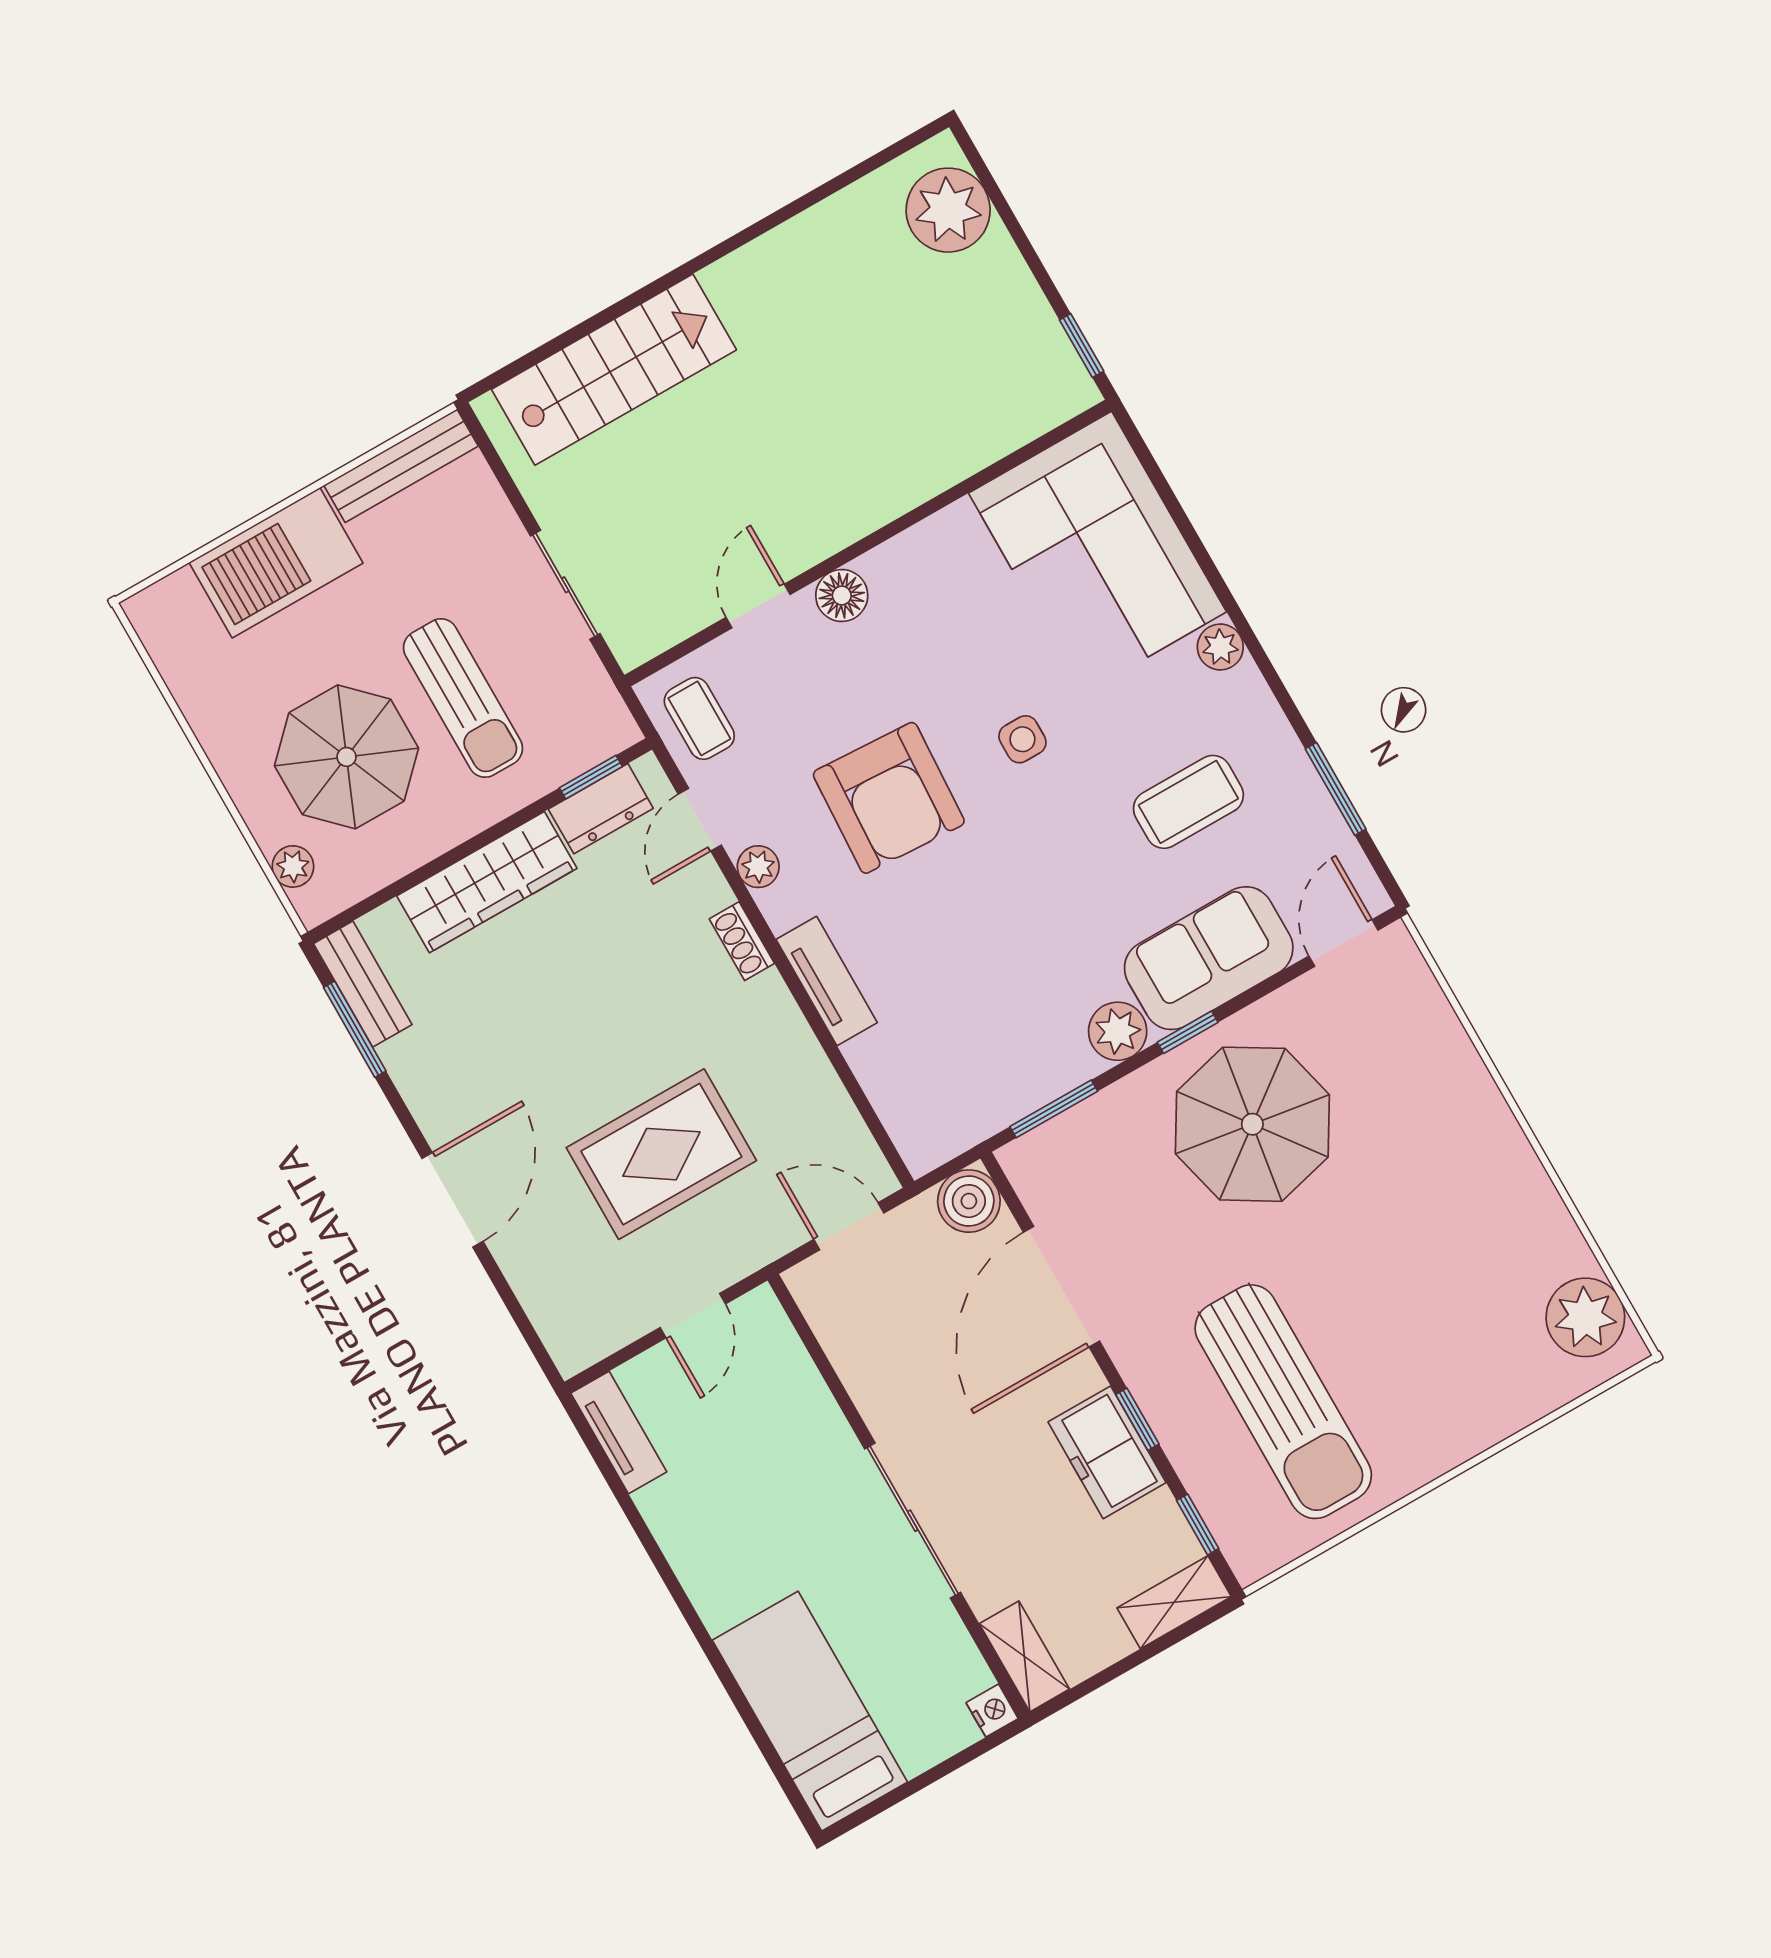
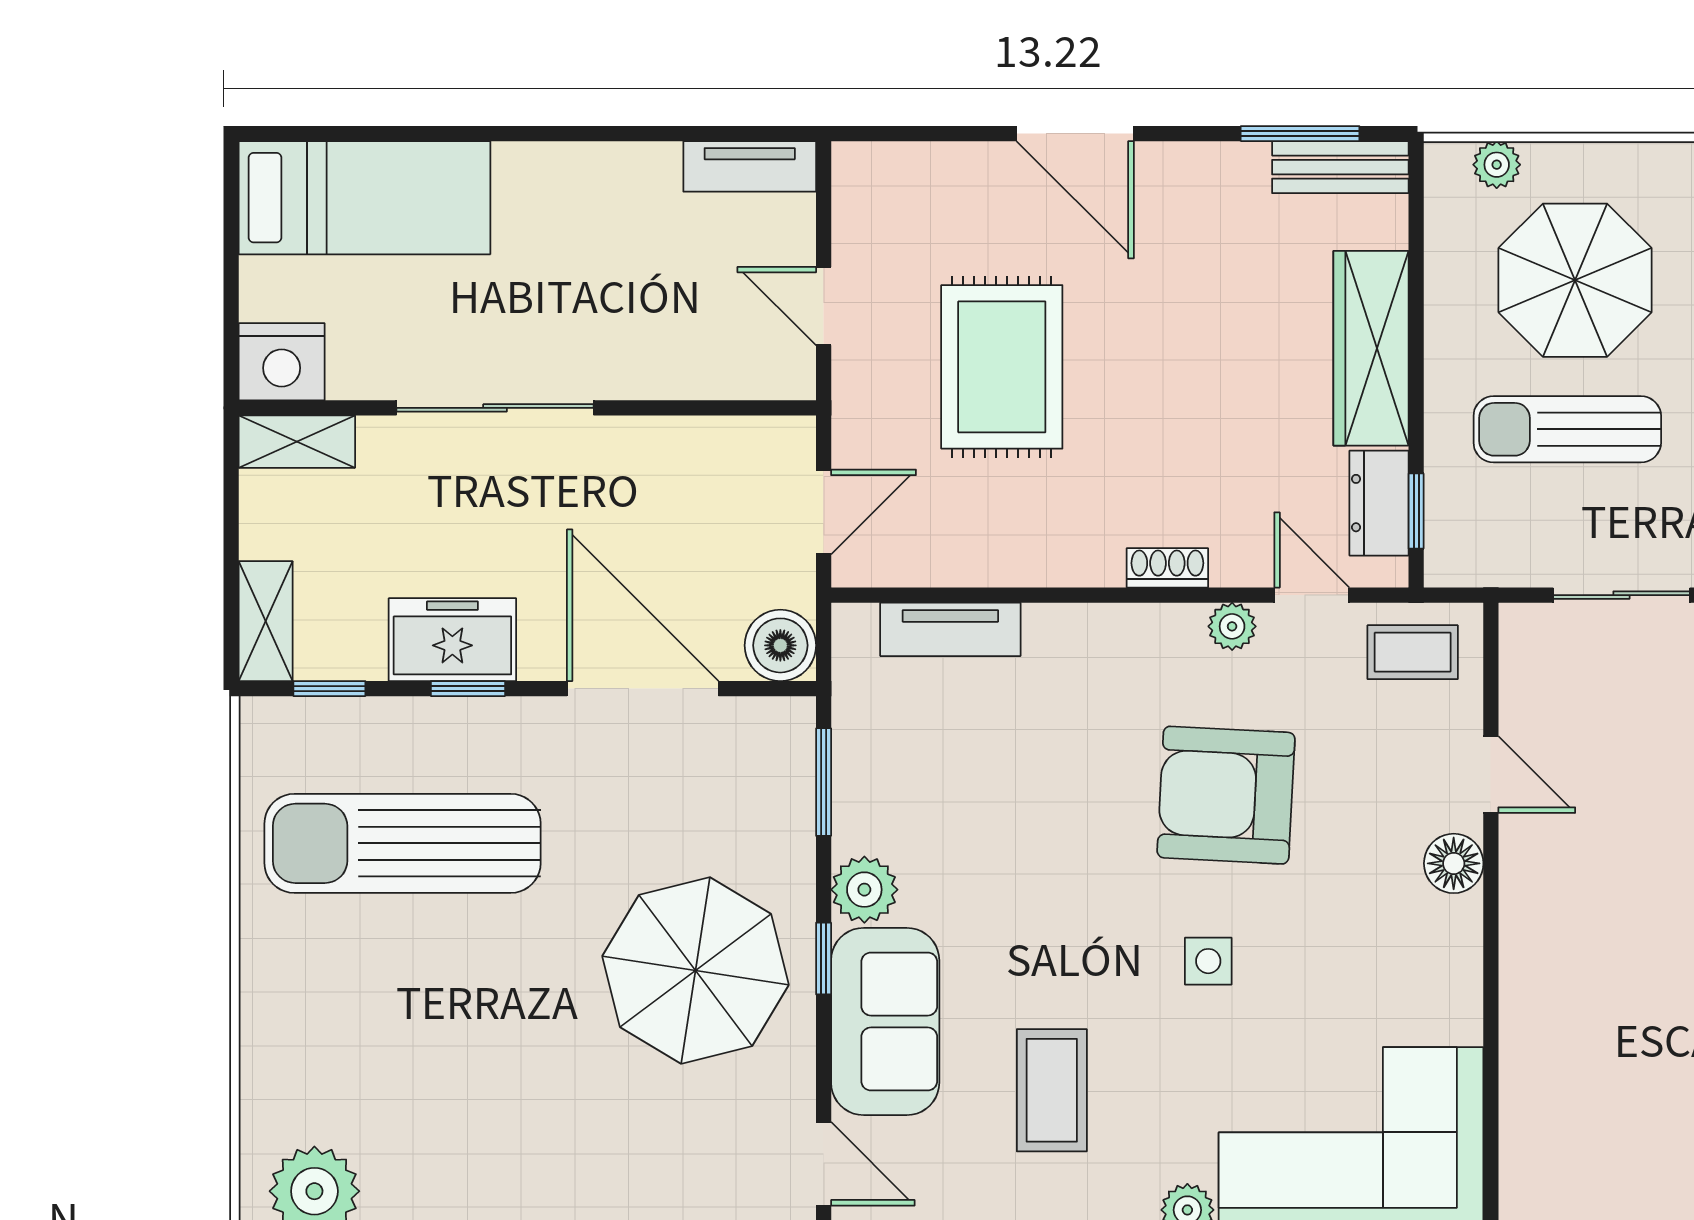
tv unit: (827, 981) -> (950, 629), moved
nightstand: (992, 1711) -> (282, 362), width x1.89, depth x1.79

